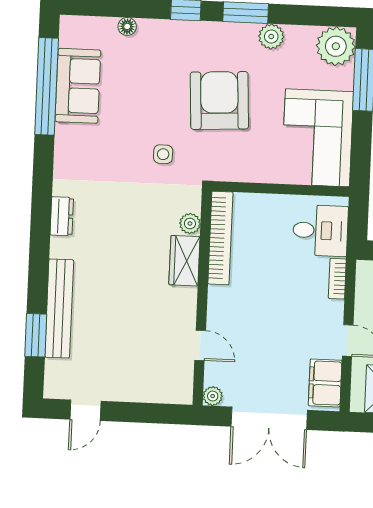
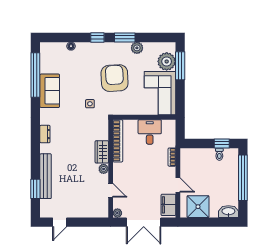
plant: (336, 46) -> (167, 61), moved
sofa: (78, 86) -> (50, 91), moved
plant: (190, 224) -> (104, 169), moved
desk: (320, 231) -> (150, 132), moved, turned -90

